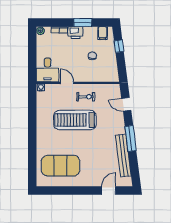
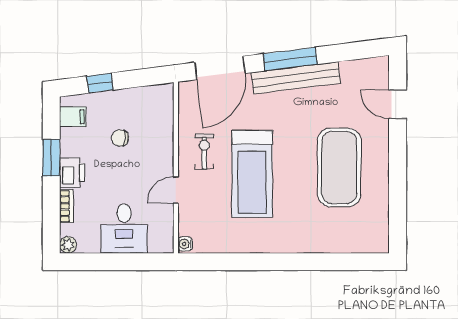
desk: (48, 70) -> (124, 229), moved, turned 90
door: (126, 104) -> (220, 68), width x1.88
bench: (123, 155) -> (296, 78), moved
exercise mat: (61, 166) -> (339, 167), moved

